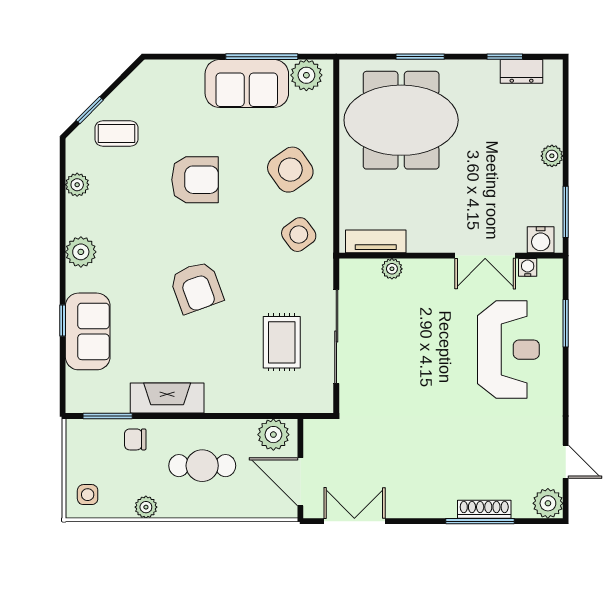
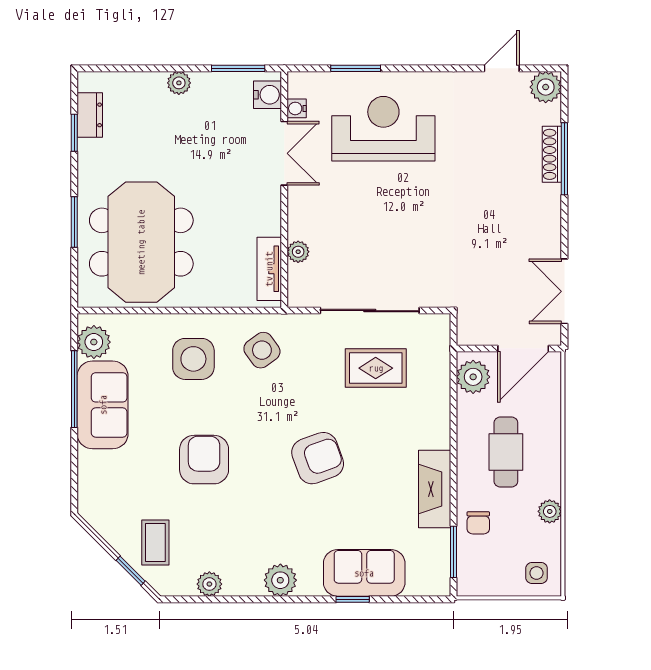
side table: (290, 170) -> (193, 359), turned 35

